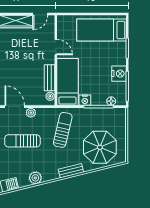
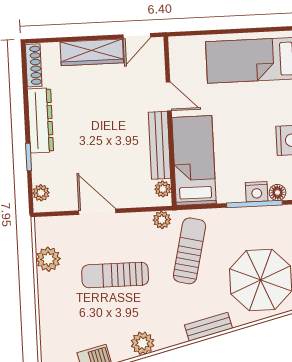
bench: (50, 78) -> (159, 145), width x1.36
nightstand: (85, 100) -> (257, 192), moved
plant: (31, 113) -> (162, 220), moved

